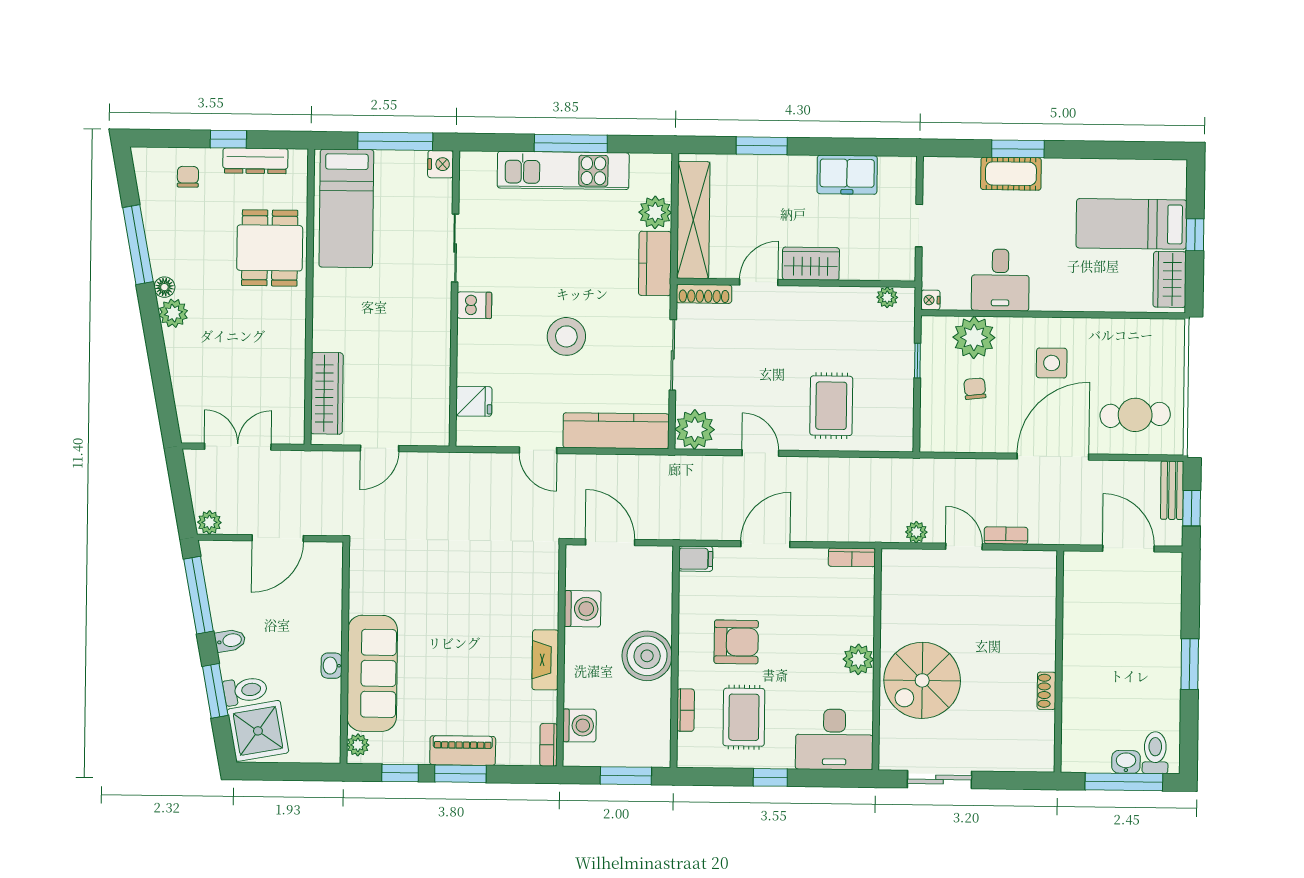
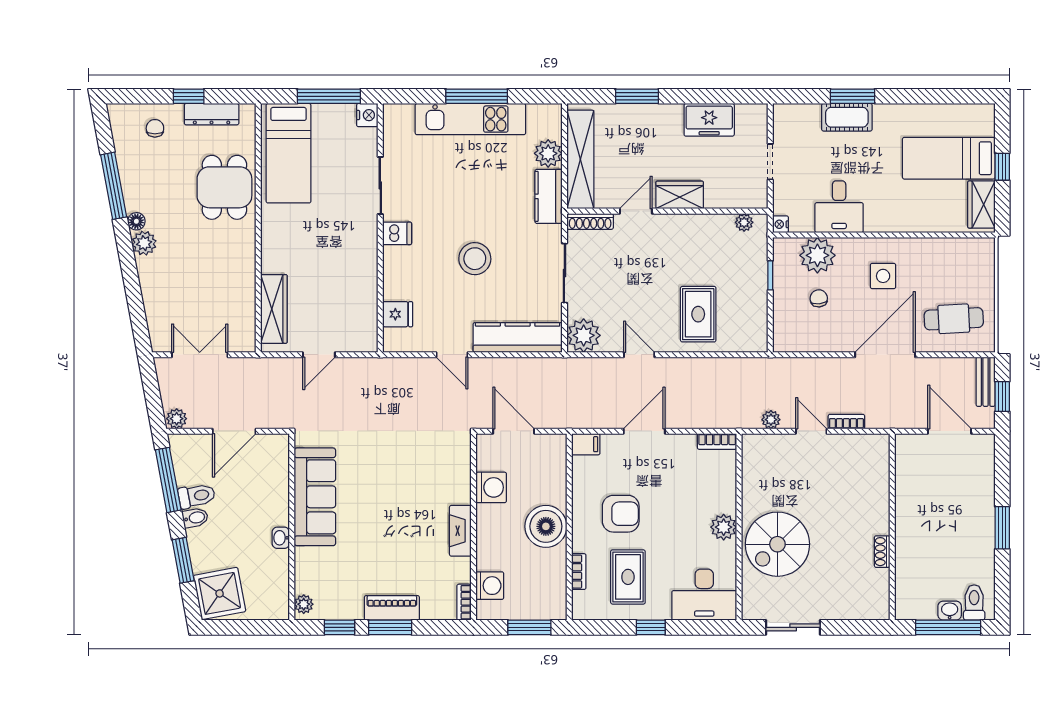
sofa: (372, 673) -> (315, 497), moved
toilet: (245, 690) -> (197, 496), moved

